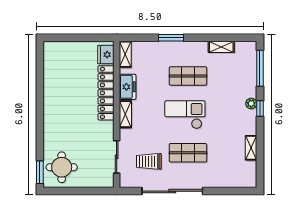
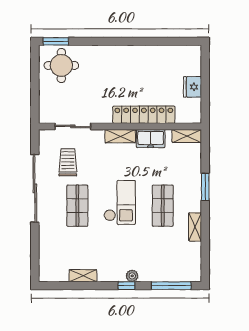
shelving: (221, 47) -> (195, 227), moved
fridge: (106, 55) -> (193, 87), moved, turned -90

